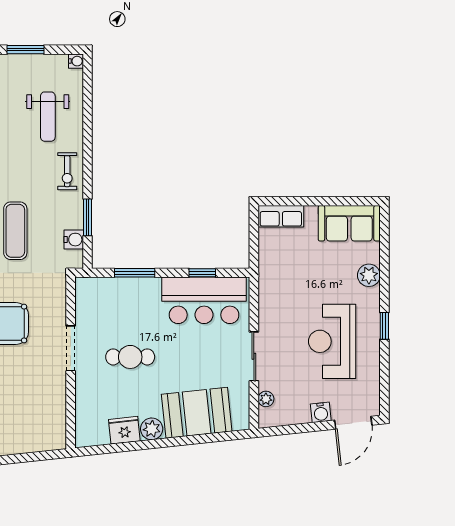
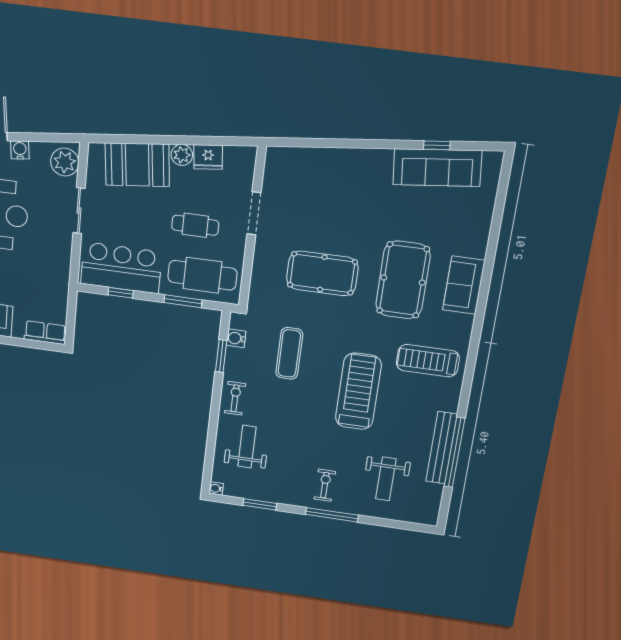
cafe table: (117, 304) -> (202, 275), added
doorway: (71, 348) -> (254, 213), moved
plant: (266, 399) -> (65, 162), width x1.88, depth x1.88

